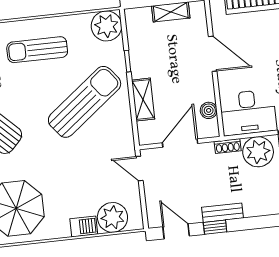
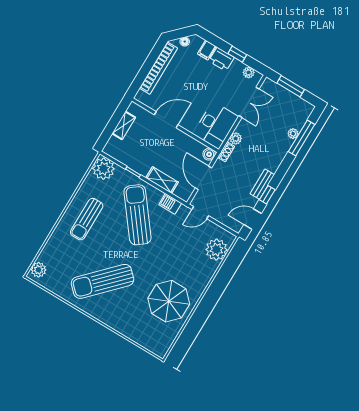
boiler: (209, 110) -> (209, 154), moved
plant: (258, 152) -> (236, 139), width x0.53, depth x0.53
barbecue: (84, 226) -> (170, 204), moved, turned -90

